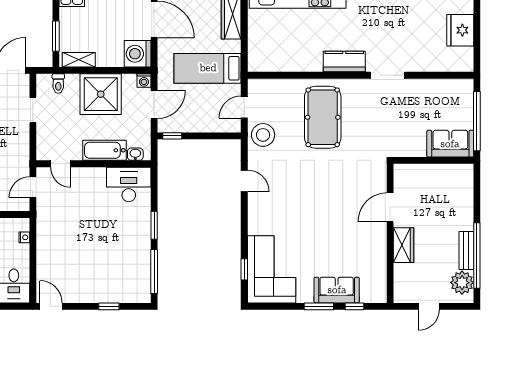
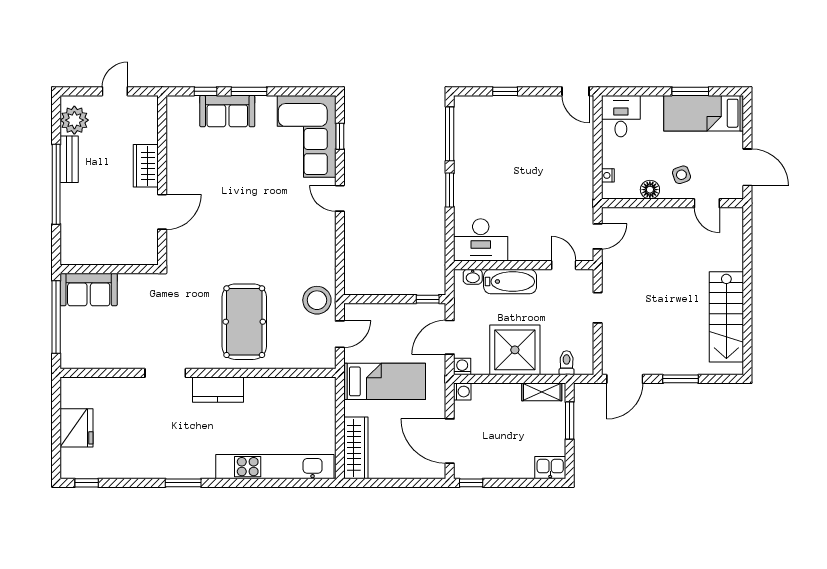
washing machine: (138, 54) -> (462, 392), width x0.53, depth x0.53
doorway: (33, 110) -> (598, 308), moved
door: (244, 181) -> (340, 198), moved
window: (477, 256) -> (56, 184), moved

